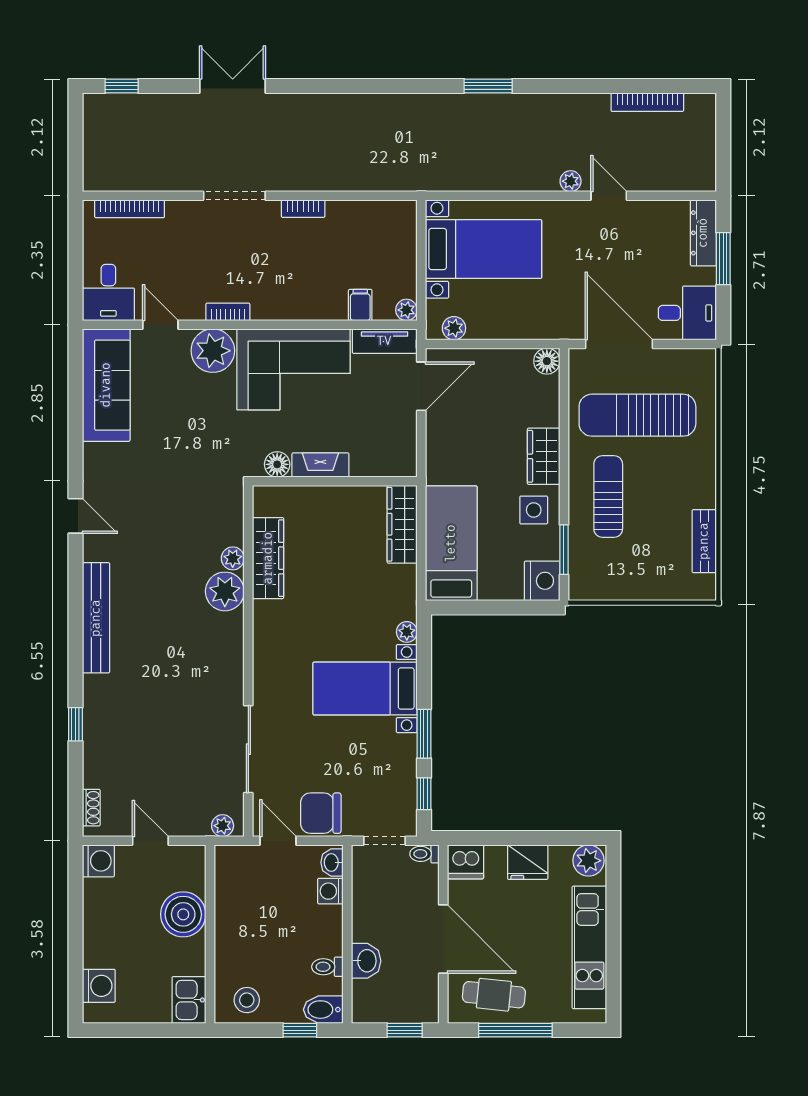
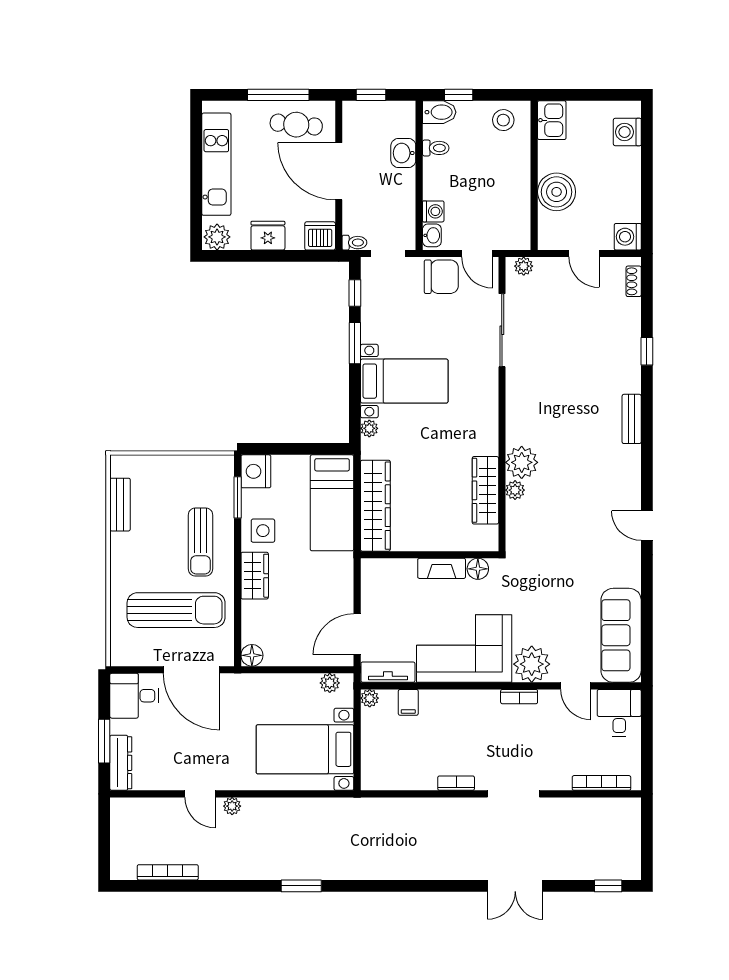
wardrobe: (402, 524) -> (375, 506), width x1.40, depth x1.17
bench: (96, 618) -> (632, 419), width x0.54, depth x0.82

